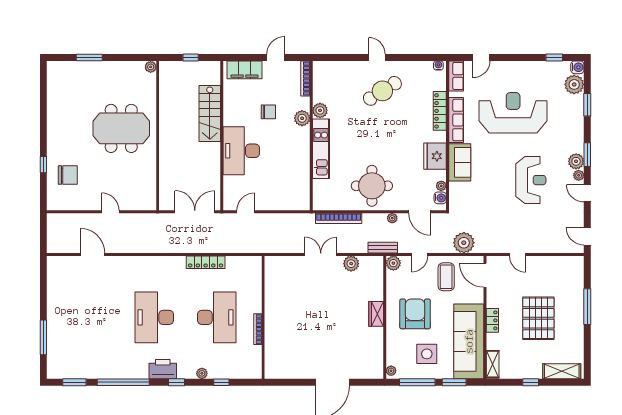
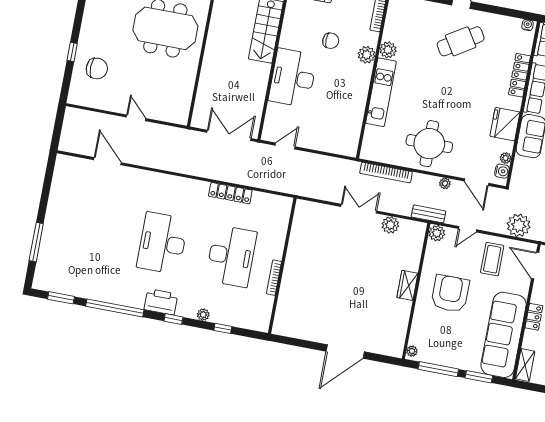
side table: (427, 354) -> (455, 340), removed

